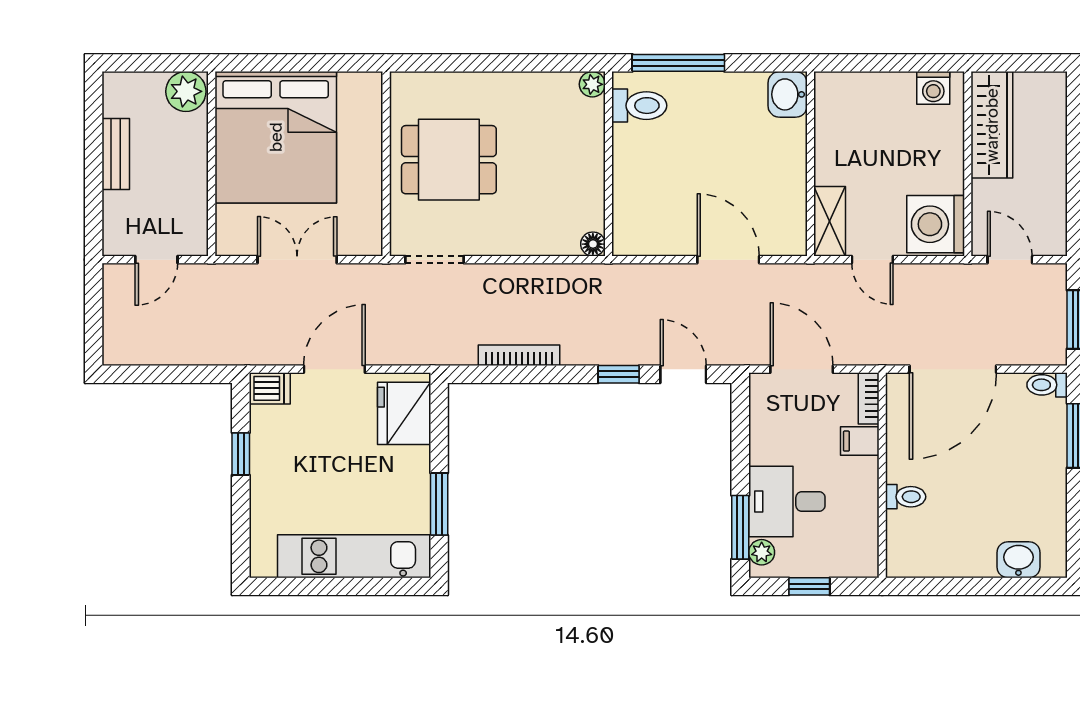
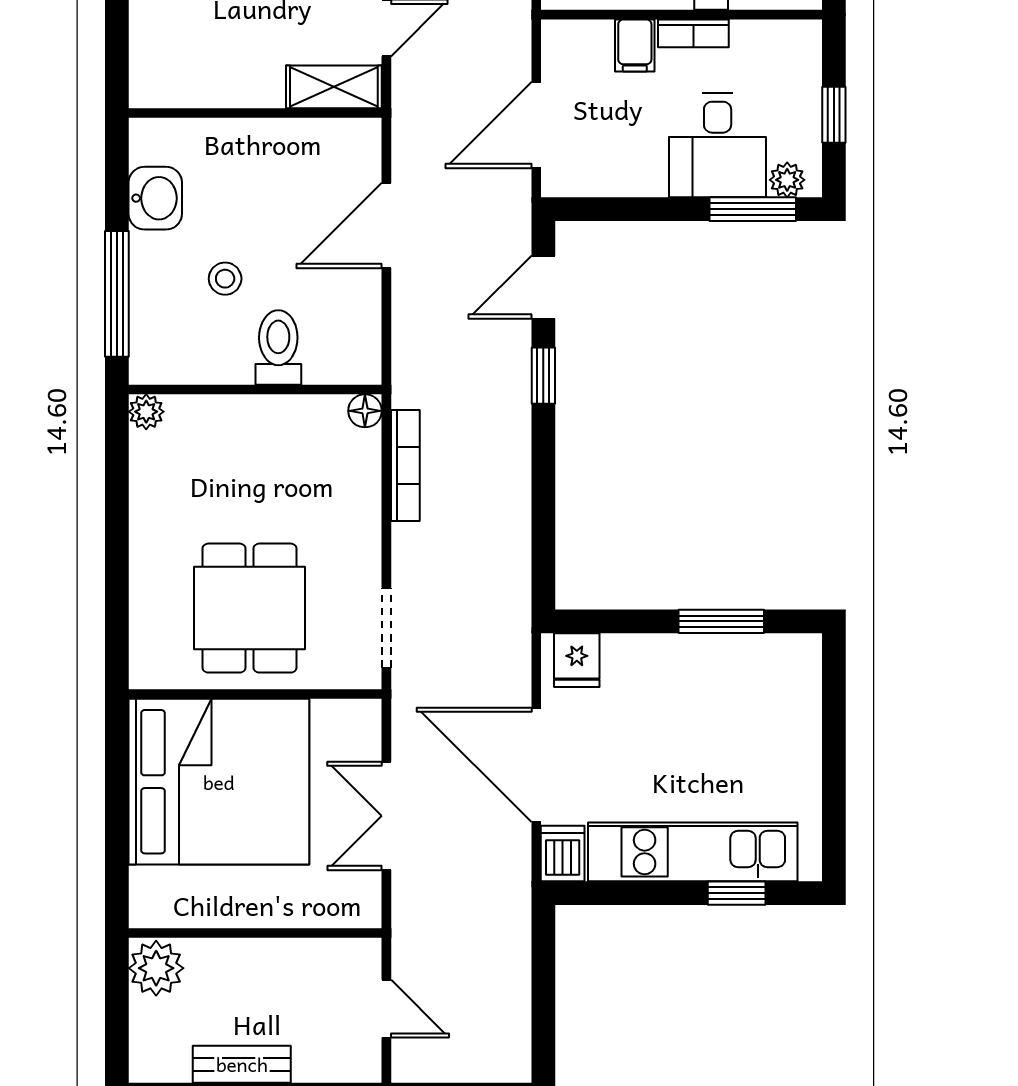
washbasin: (788, 94) -> (155, 198), moved, turned -90
toilet: (639, 106) -> (278, 347), moved
bed: (276, 137) -> (219, 782), moved
stool: (689, 142) -> (225, 279), added
bookcase: (519, 355) -> (405, 466), moved, turned 180
door: (334, 369) -> (536, 765), width x1.36
bookcase: (869, 398) -> (693, 33), moved
fridge: (404, 413) -> (577, 660), width x0.53, depth x0.75
window: (241, 454) -> (737, 893), moved
kitchen unit: (354, 556) -> (693, 852), moved, turned 90

